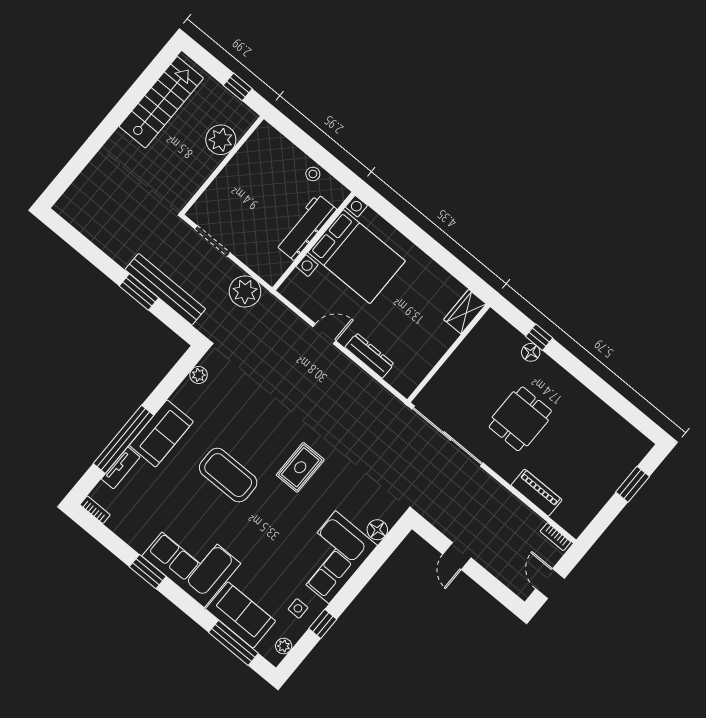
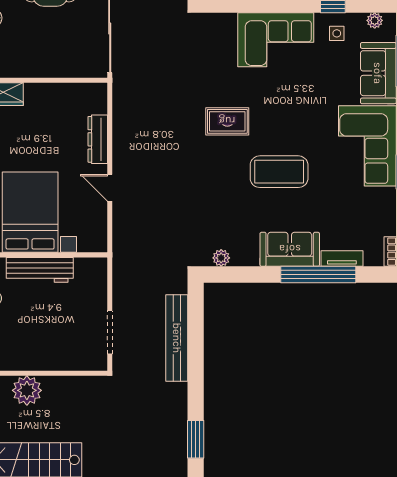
plant: (245, 291) -> (128, 275), removed
window: (139, 292) -> (196, 439), moved
coffee table: (228, 475) -> (279, 172), turned 90
floor lamp: (377, 530) -> (226, 23), removed

